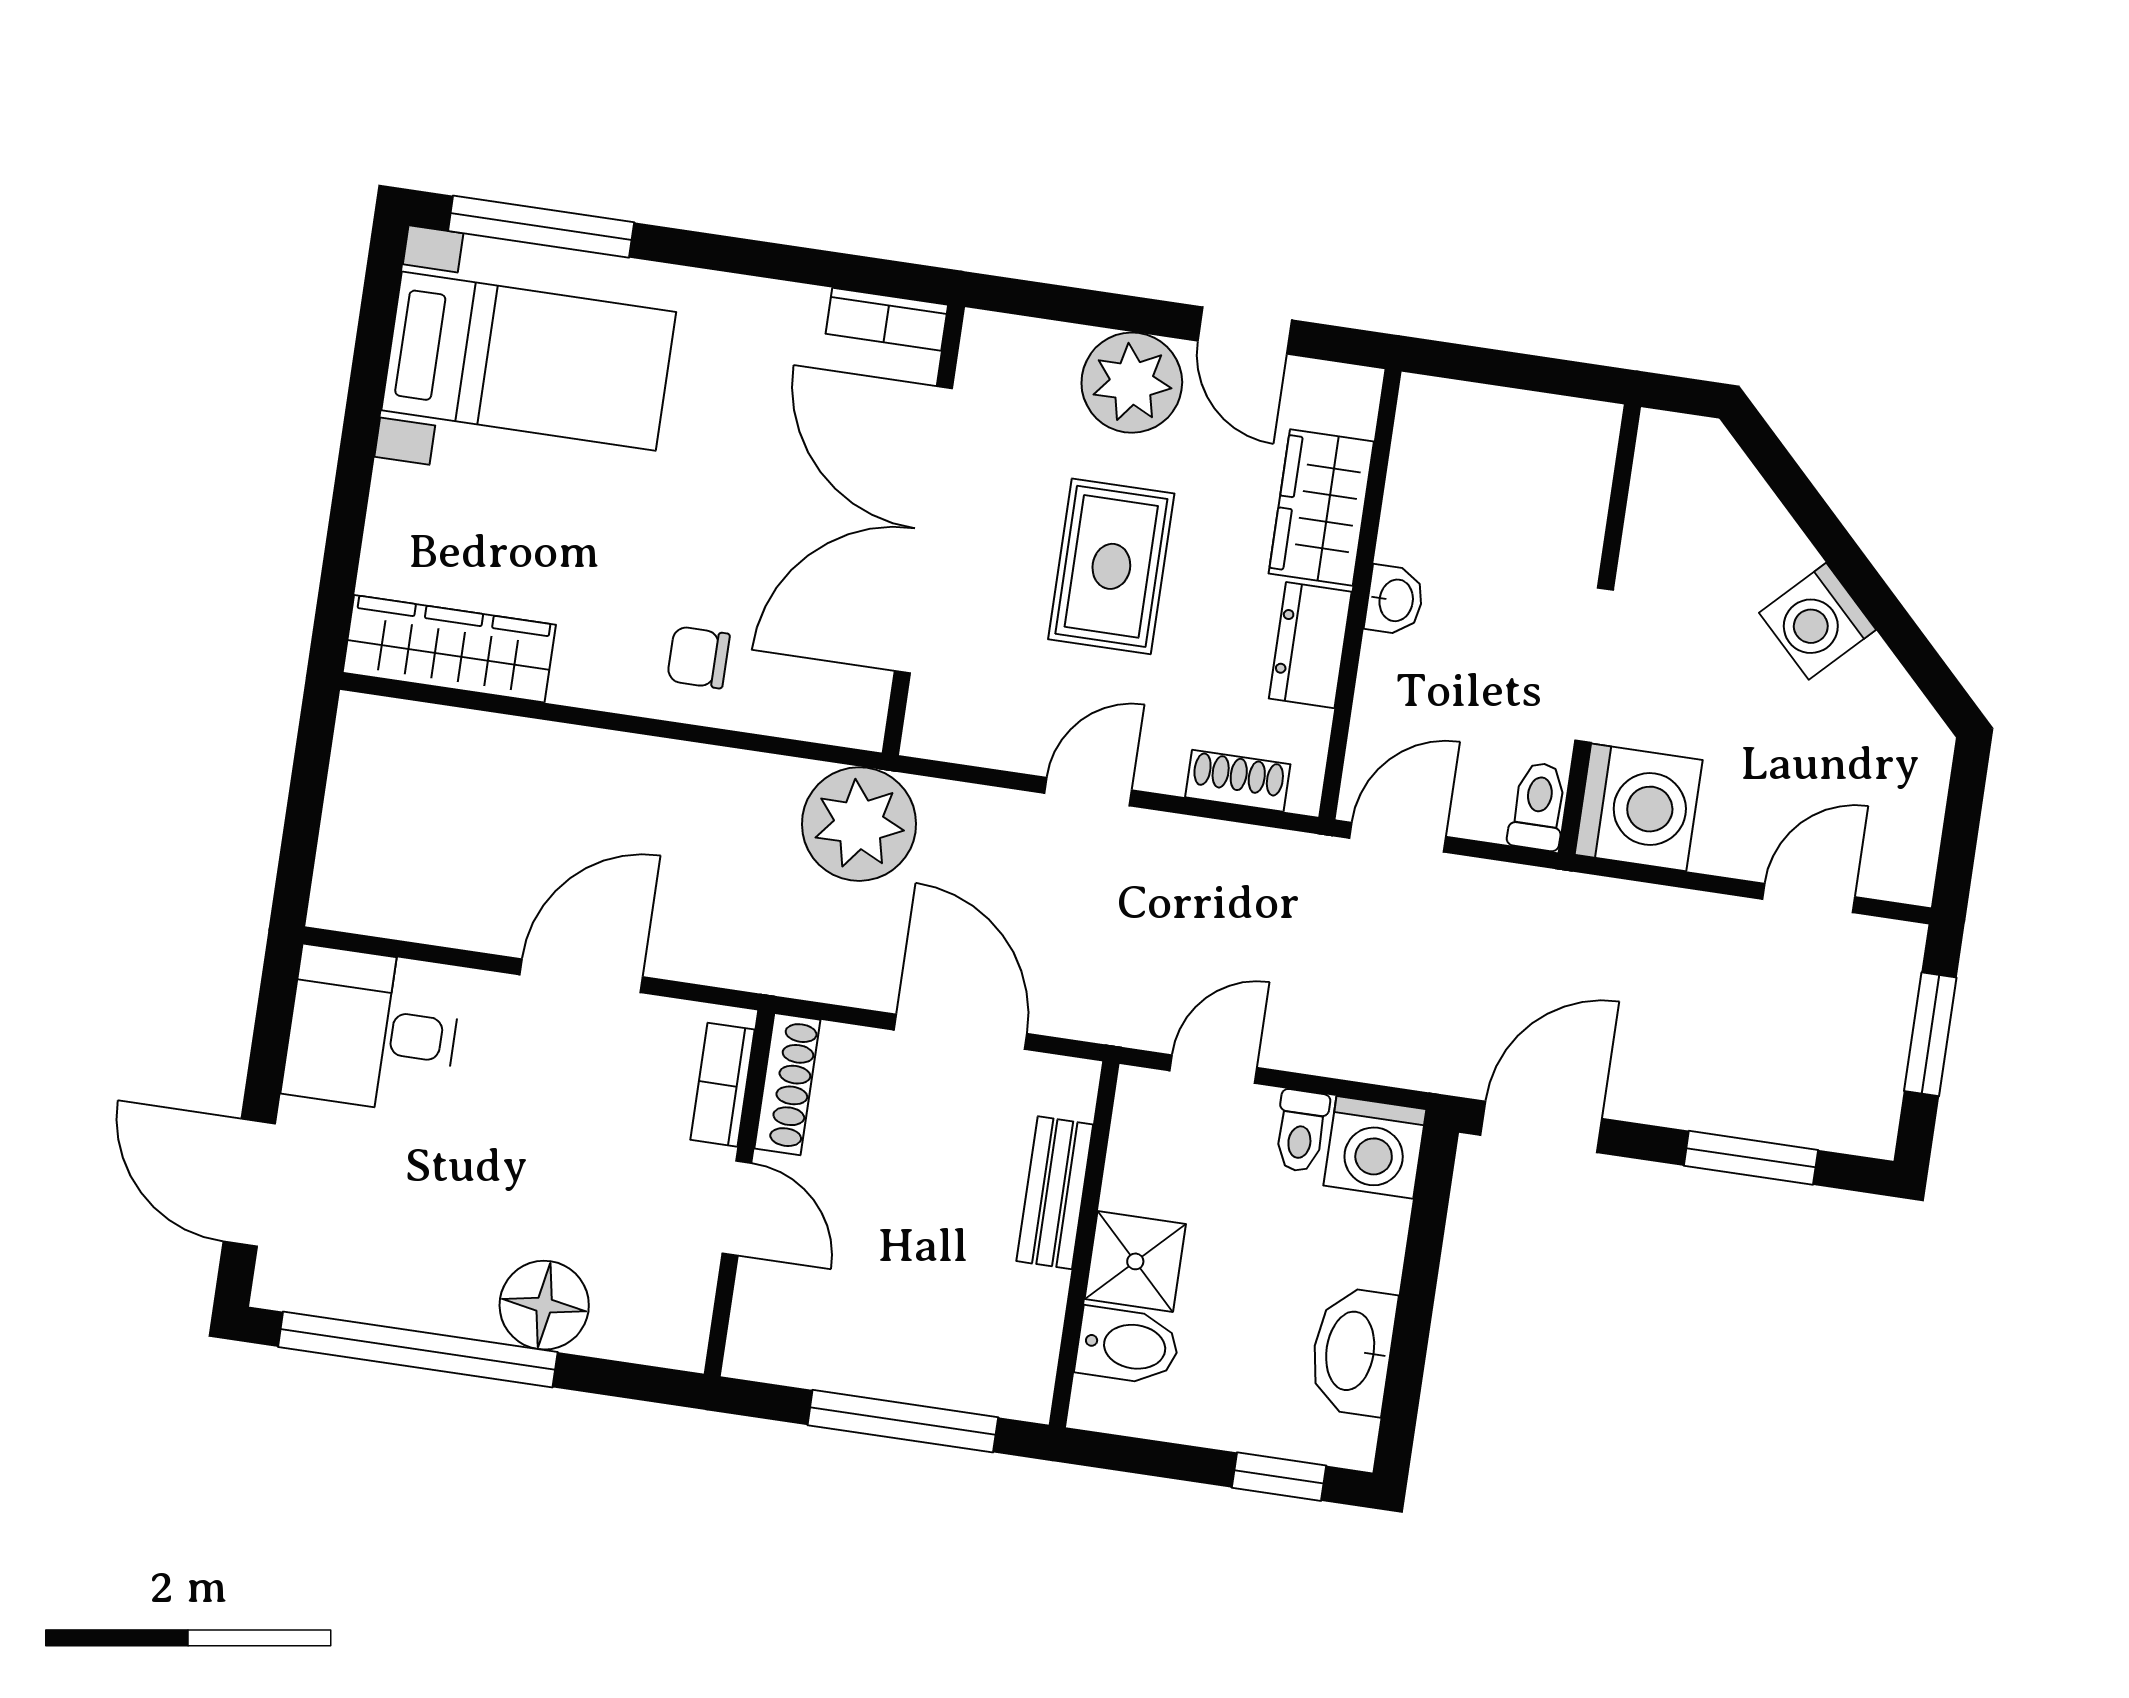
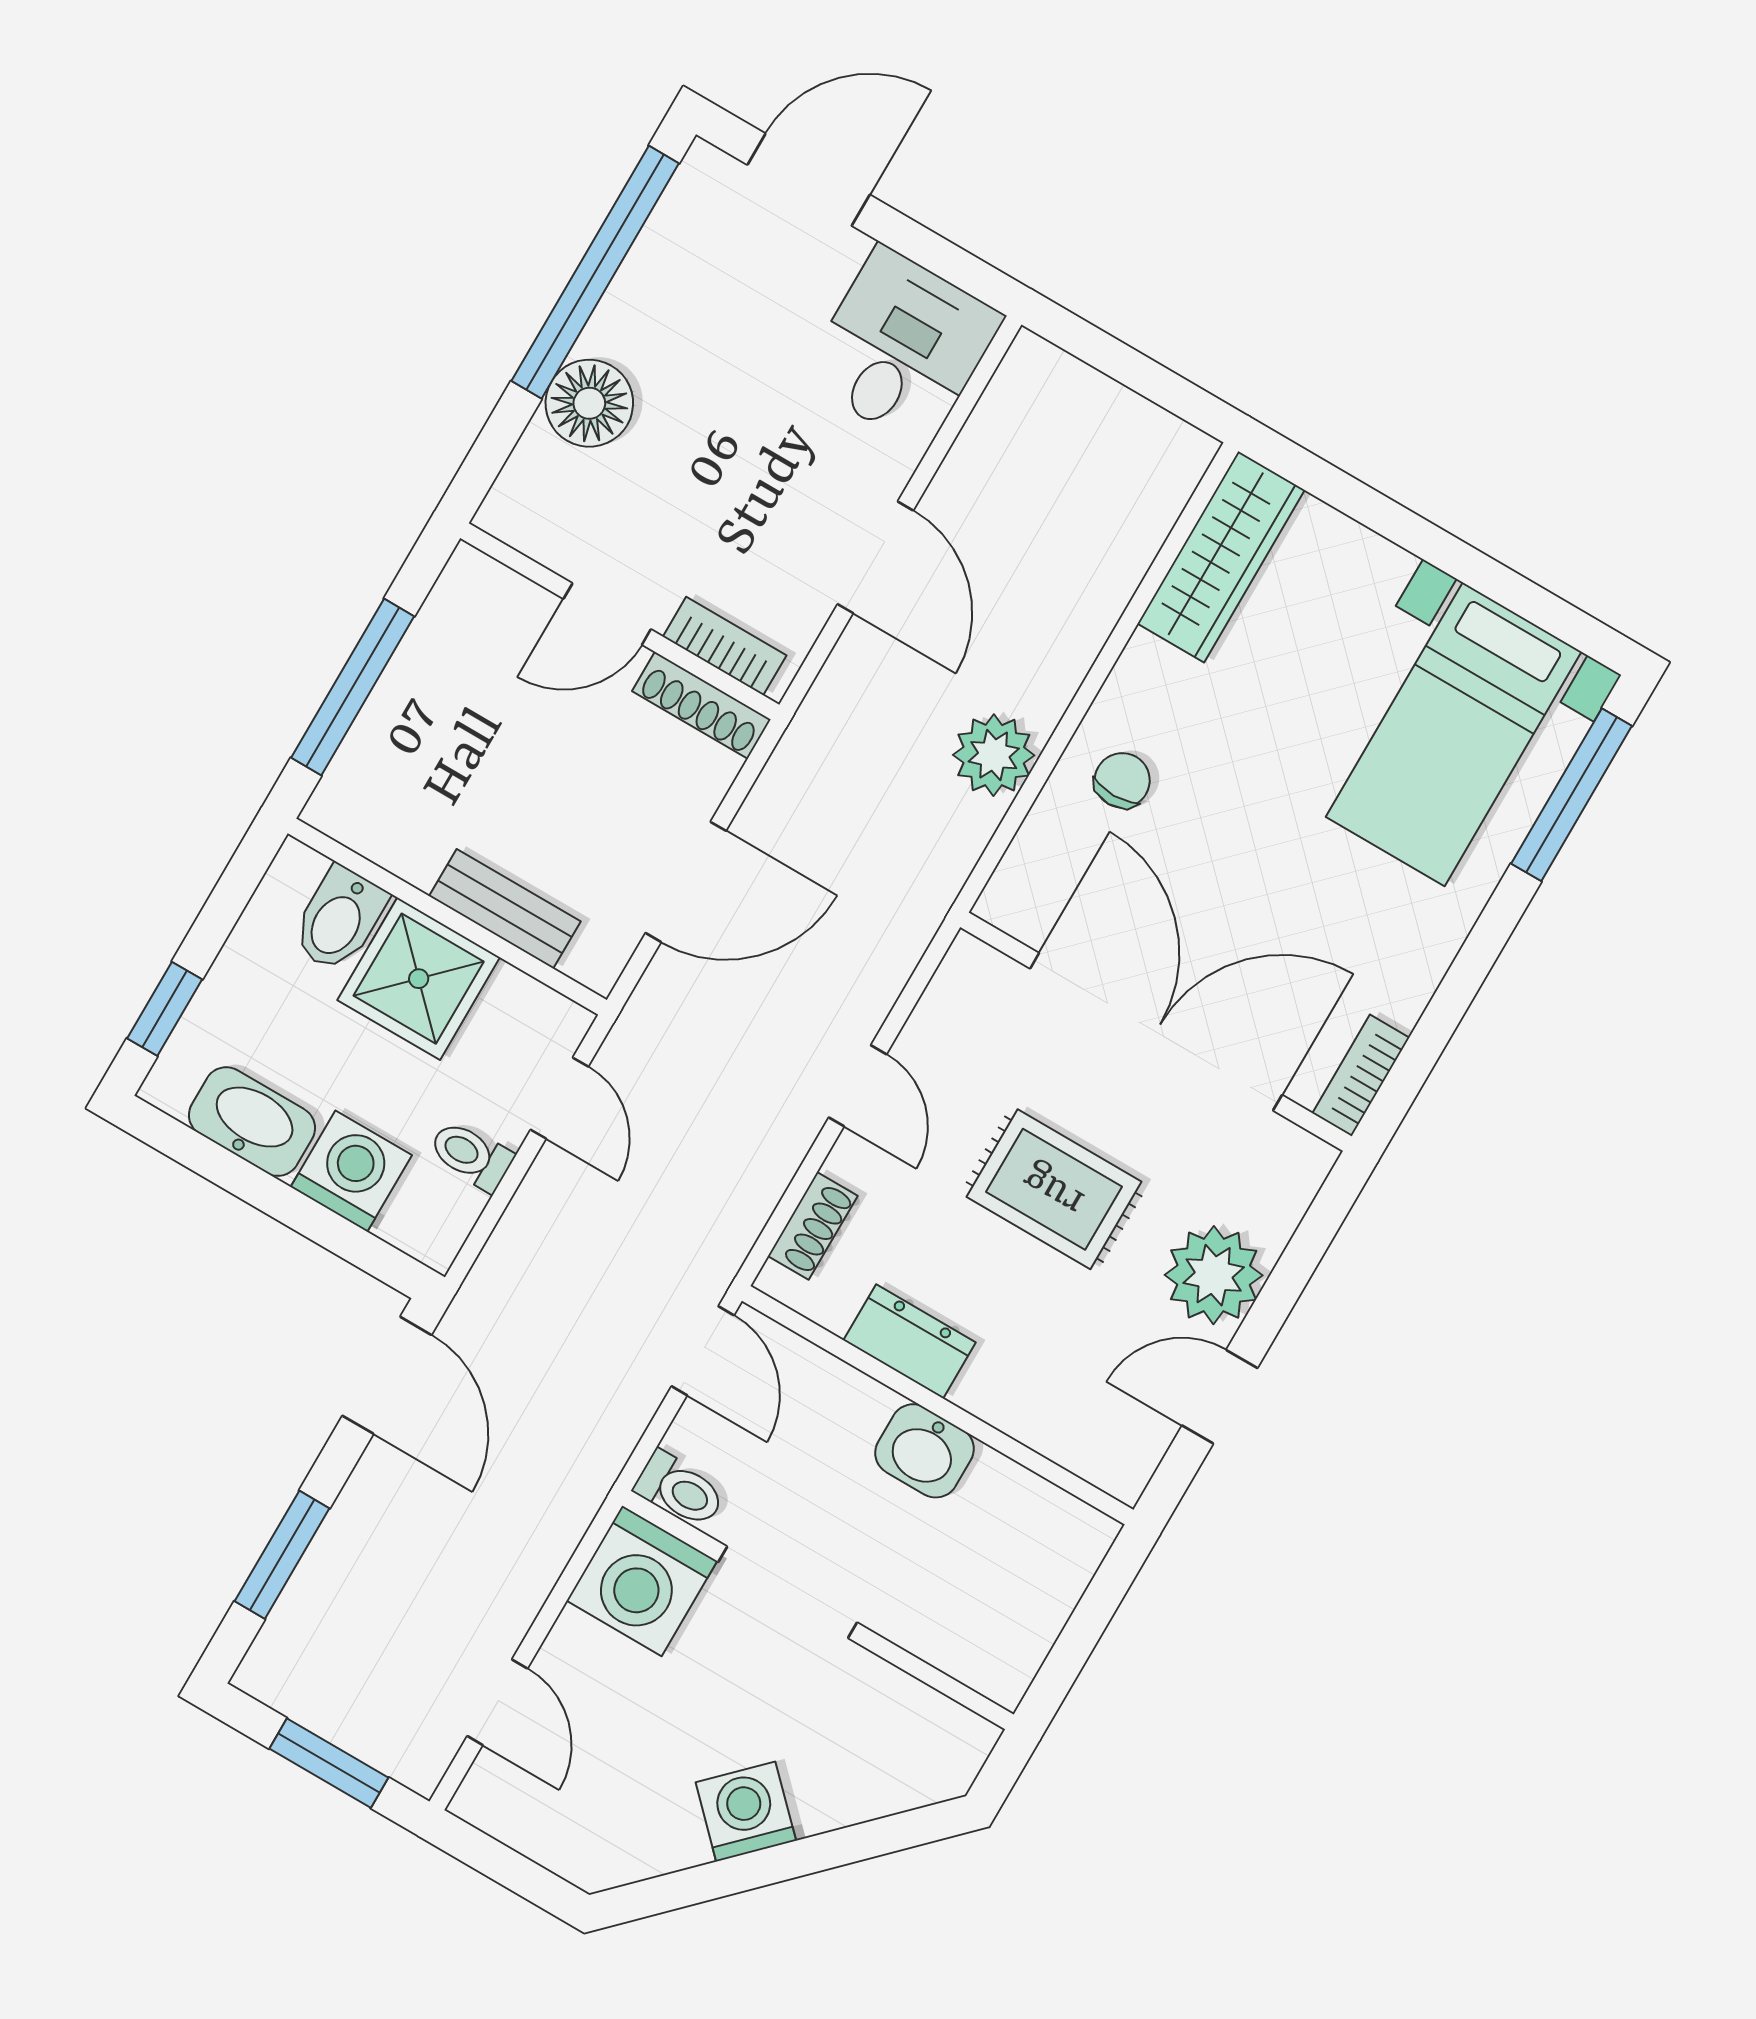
wardrobe: (1321, 508) -> (1031, 1402), removed
washbasin: (1395, 600) -> (924, 1451), width x1.38, depth x1.45
plant: (859, 824) -> (994, 755), moved, width x0.73, depth x0.73
washing machine: (1375, 1147) -> (351, 1171), moved, turned 90
shower: (1135, 1261) -> (419, 979), width x1.36, depth x1.36

